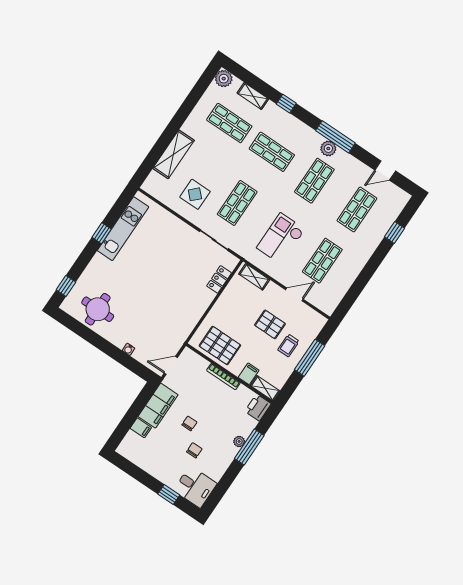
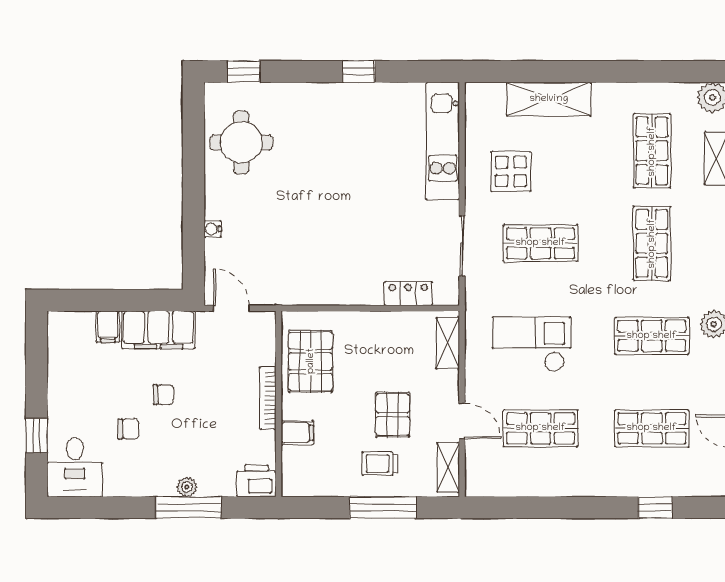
kitchen unit: (123, 229) -> (443, 141), moved, turned 90
shelving: (265, 388) -> (448, 468), moved

